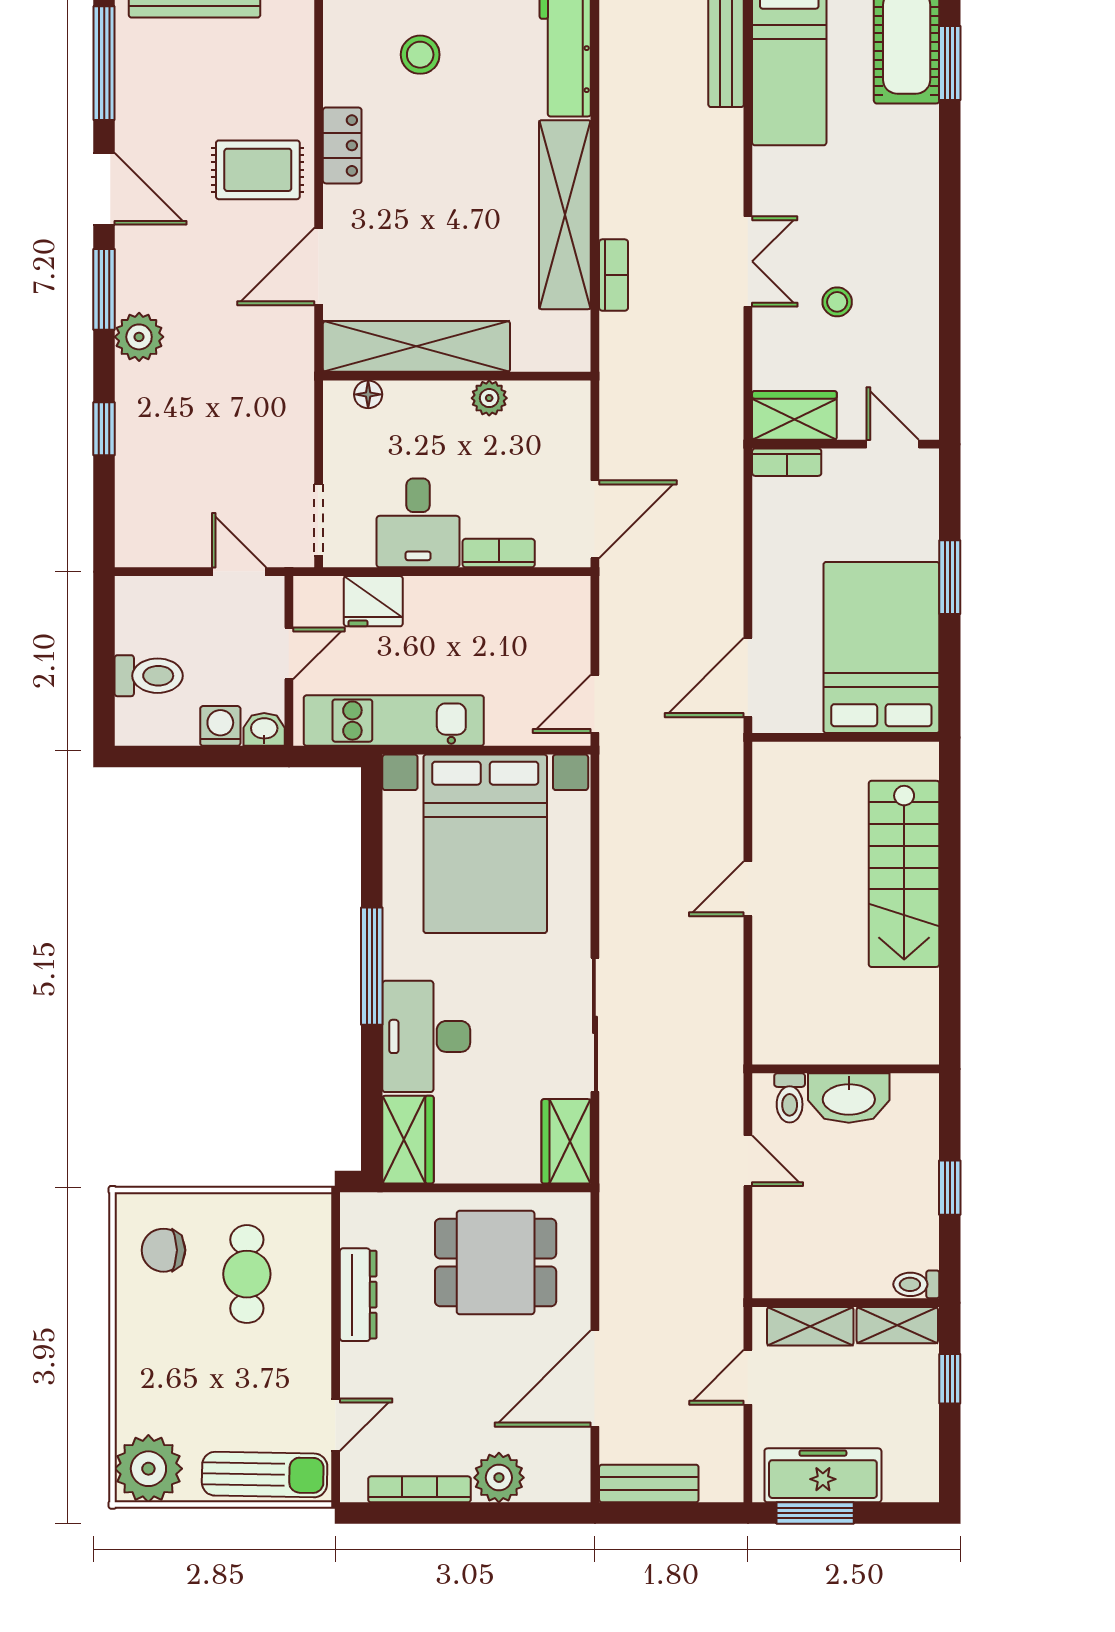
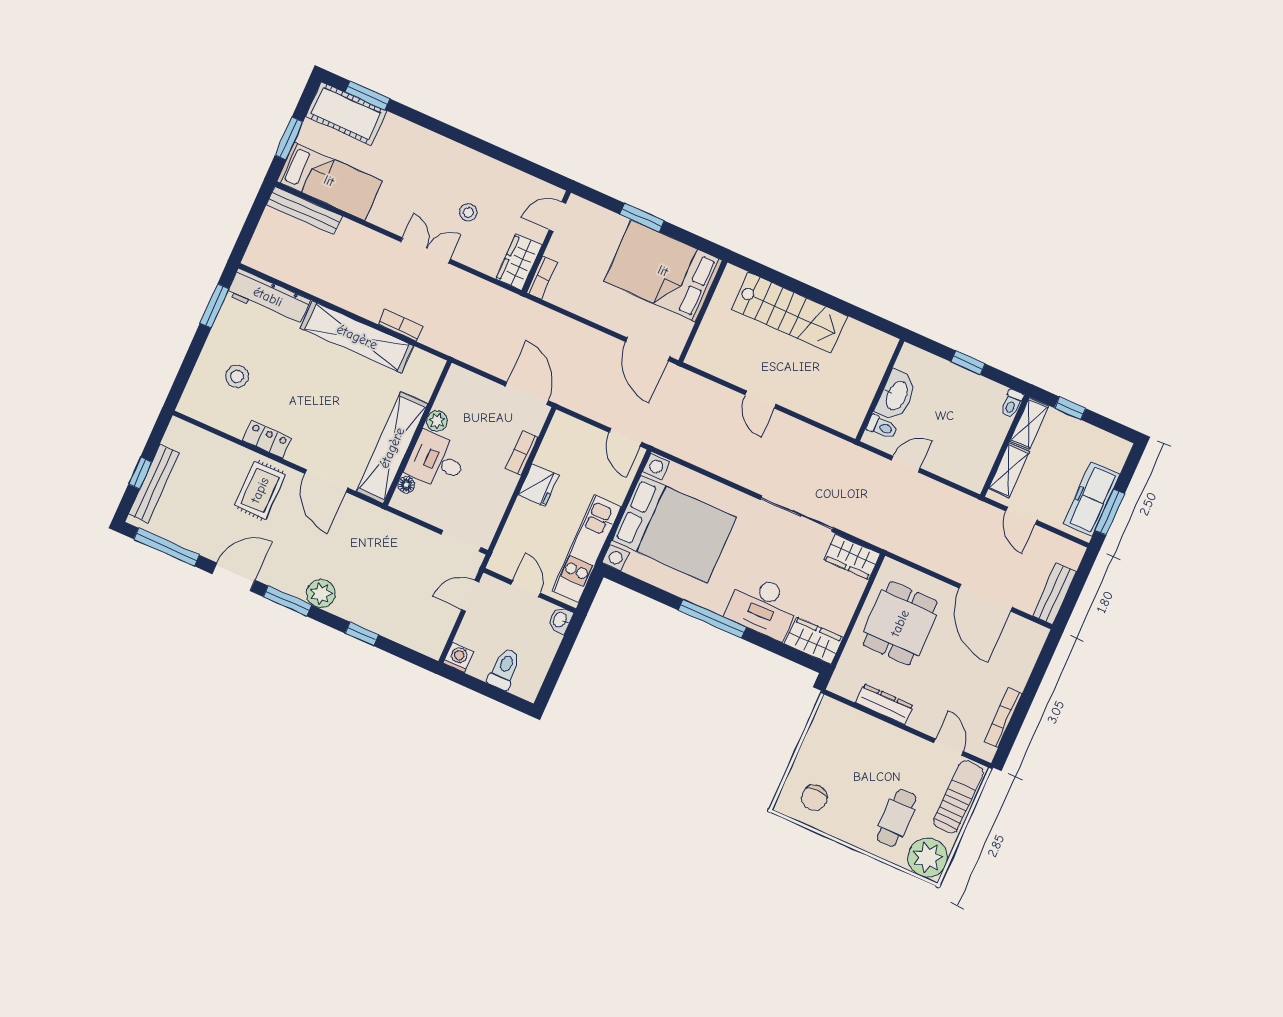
desk: (418, 523) -> (436, 461), moved, turned 180
fridge: (373, 601) -> (538, 485), moved
washing machine: (220, 726) -> (458, 657), moved, turned 90
cafe table: (247, 1274) -> (896, 818), moved, turned 90
plant: (499, 1478) -> (1016, 672), removed

